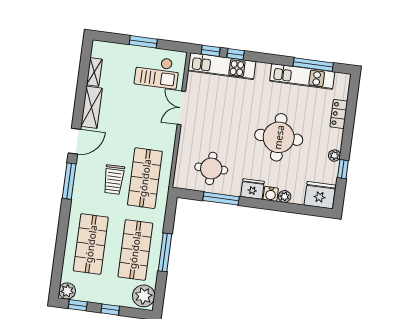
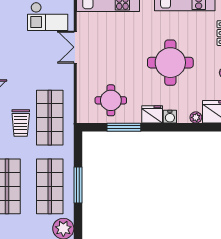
plant: (285, 196) -> (196, 117), moved

